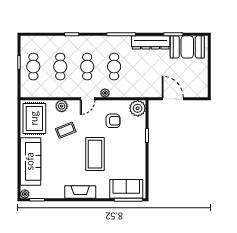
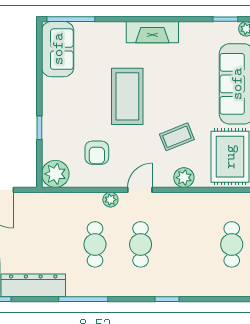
cafe table: (60, 67) -> (186, 244), removed
armchair: (113, 121) -> (97, 153), turned -90
sofa: (126, 189) -> (58, 49), moved, turned -90

